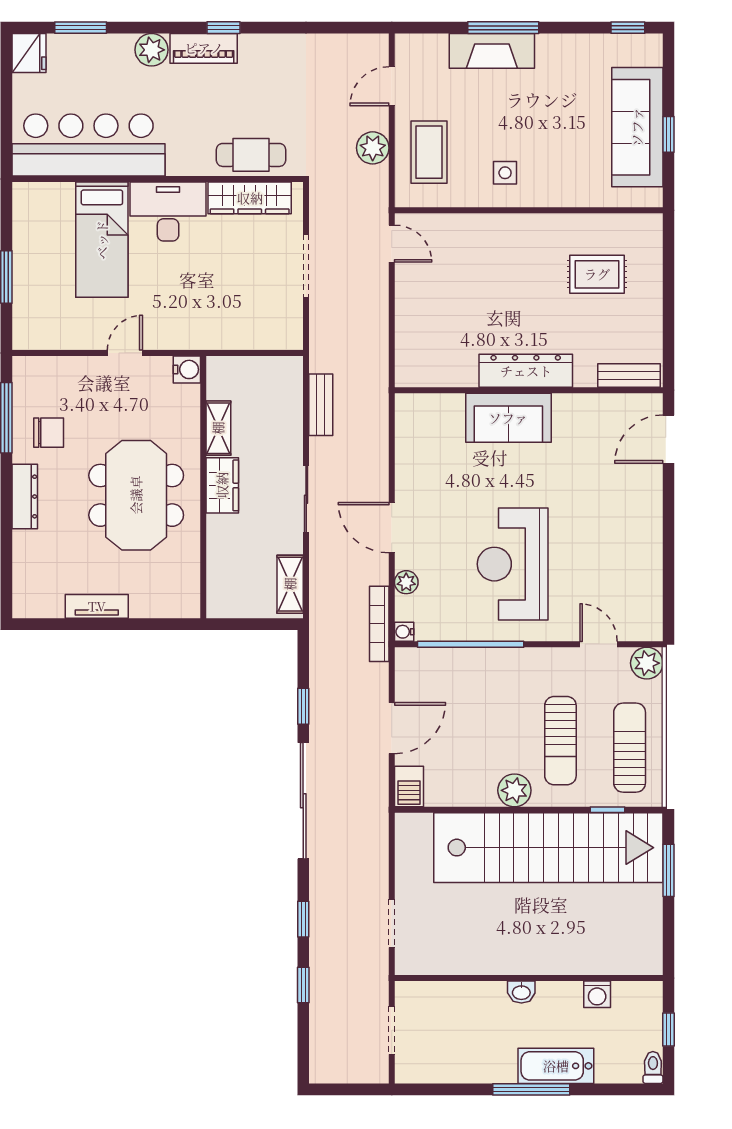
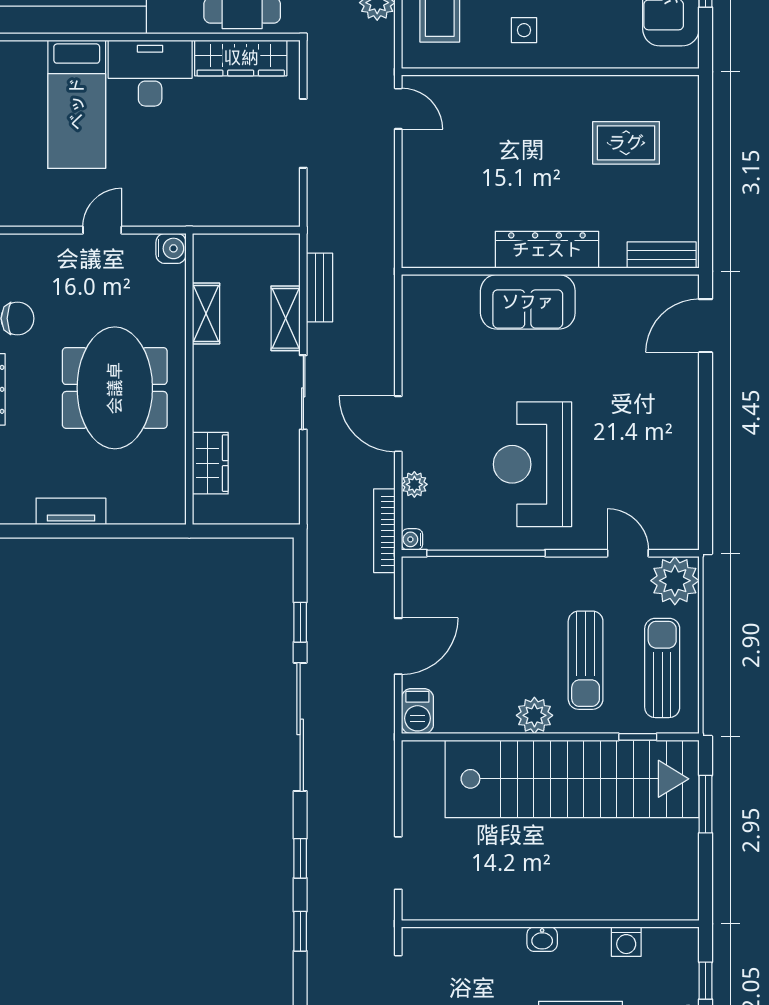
wardrobe: (222, 485) -> (210, 463), moved
shelving: (290, 584) -> (286, 318), moved
plant: (647, 663) -> (675, 581), width x1.36, depth x1.36

